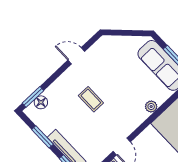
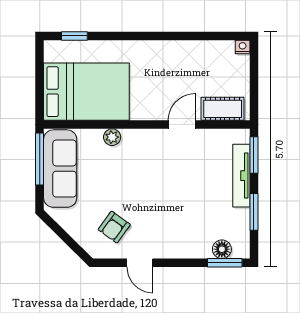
armchair: (107, 62) -> (114, 227), added
coffee table: (91, 99) -> (167, 204), removed

